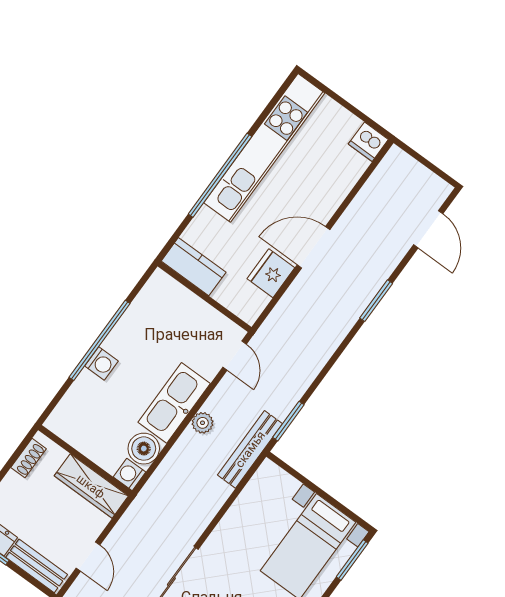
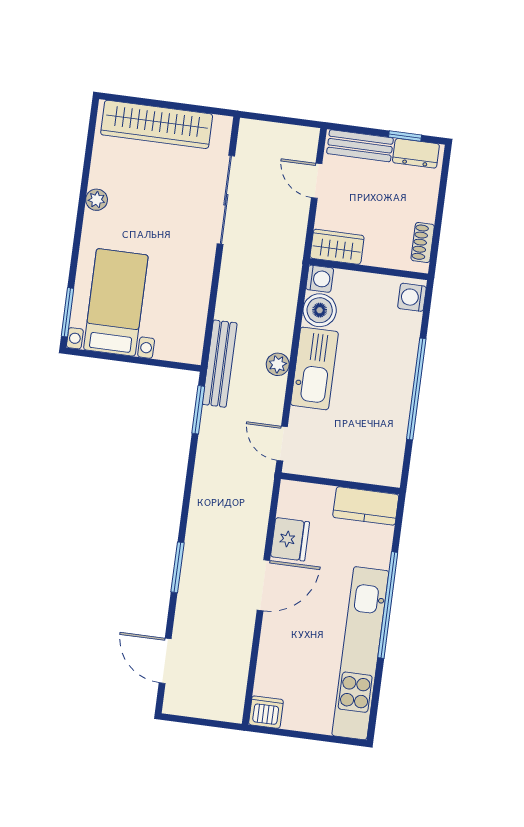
washing machine: (102, 363) -> (412, 297), moved
wardrobe: (91, 486) -> (337, 247), width x0.67

